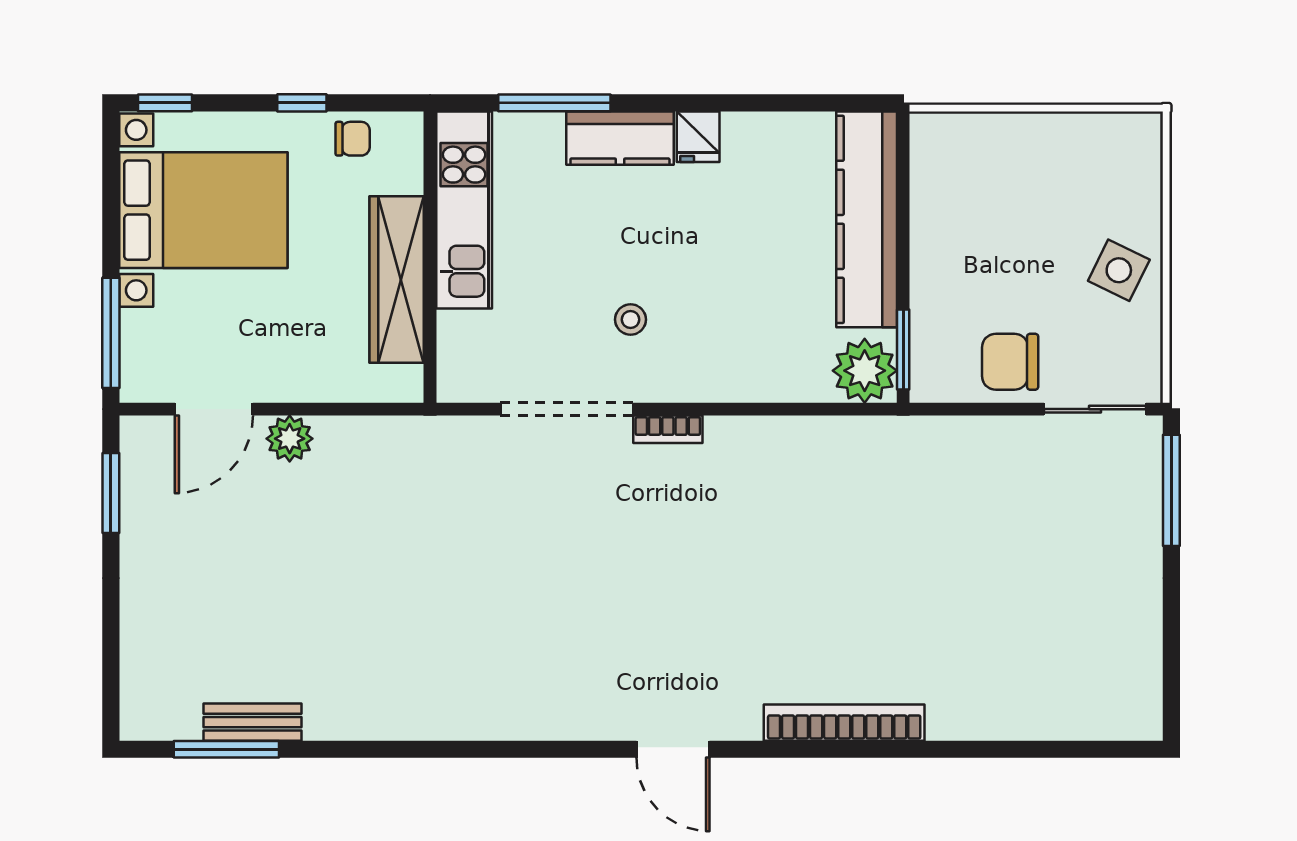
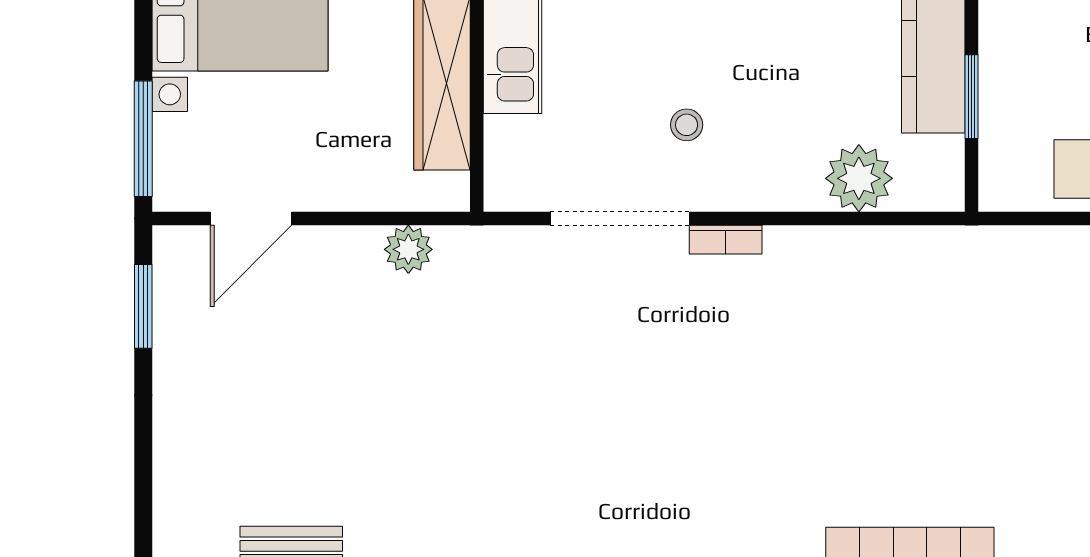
window: (903, 350) -> (972, 97), moved
plant: (865, 371) -> (859, 178), moved
plant: (290, 439) -> (408, 249), moved

